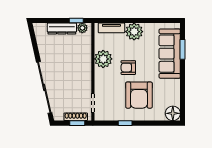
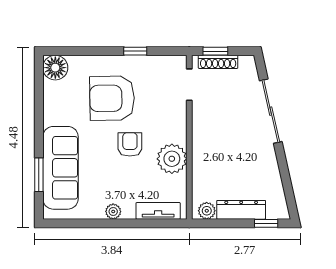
window: (76, 20) -> (266, 223), moved
plant: (134, 32) -> (113, 211), width x0.53, depth x0.53
armchair: (128, 68) -> (130, 144), turned -90
sliding door: (44, 87) -> (271, 111), width x0.73
armchair: (139, 95) -> (112, 98), turned -91

